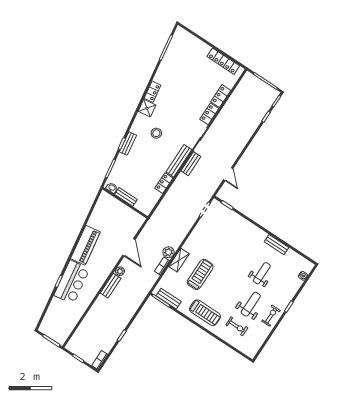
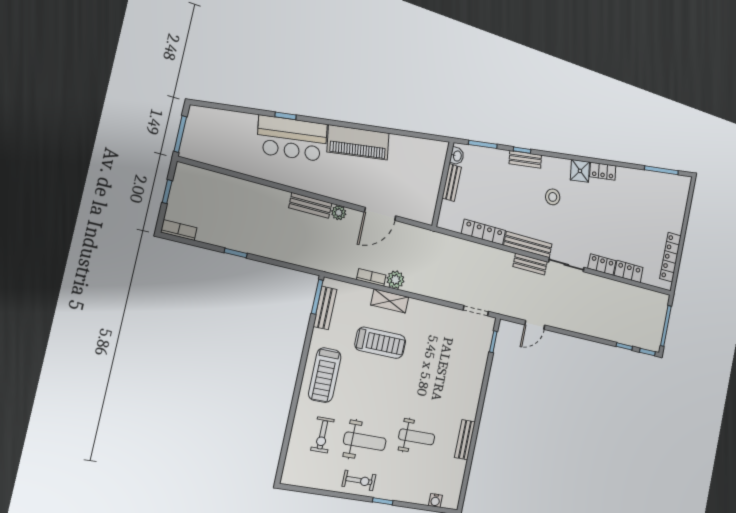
locker: (164, 183) -> (484, 232), width x1.53

